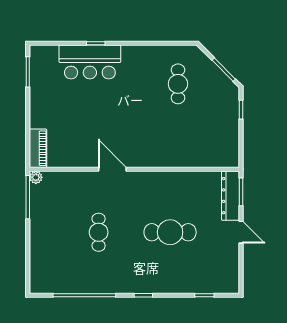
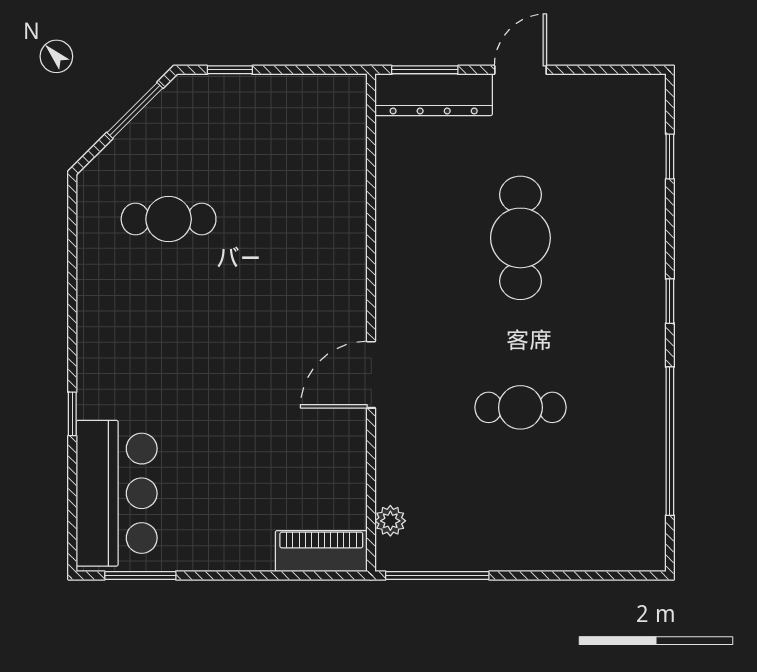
bar counter: (90, 62) -> (117, 493), moved
plant: (36, 177) -> (390, 521), moved

